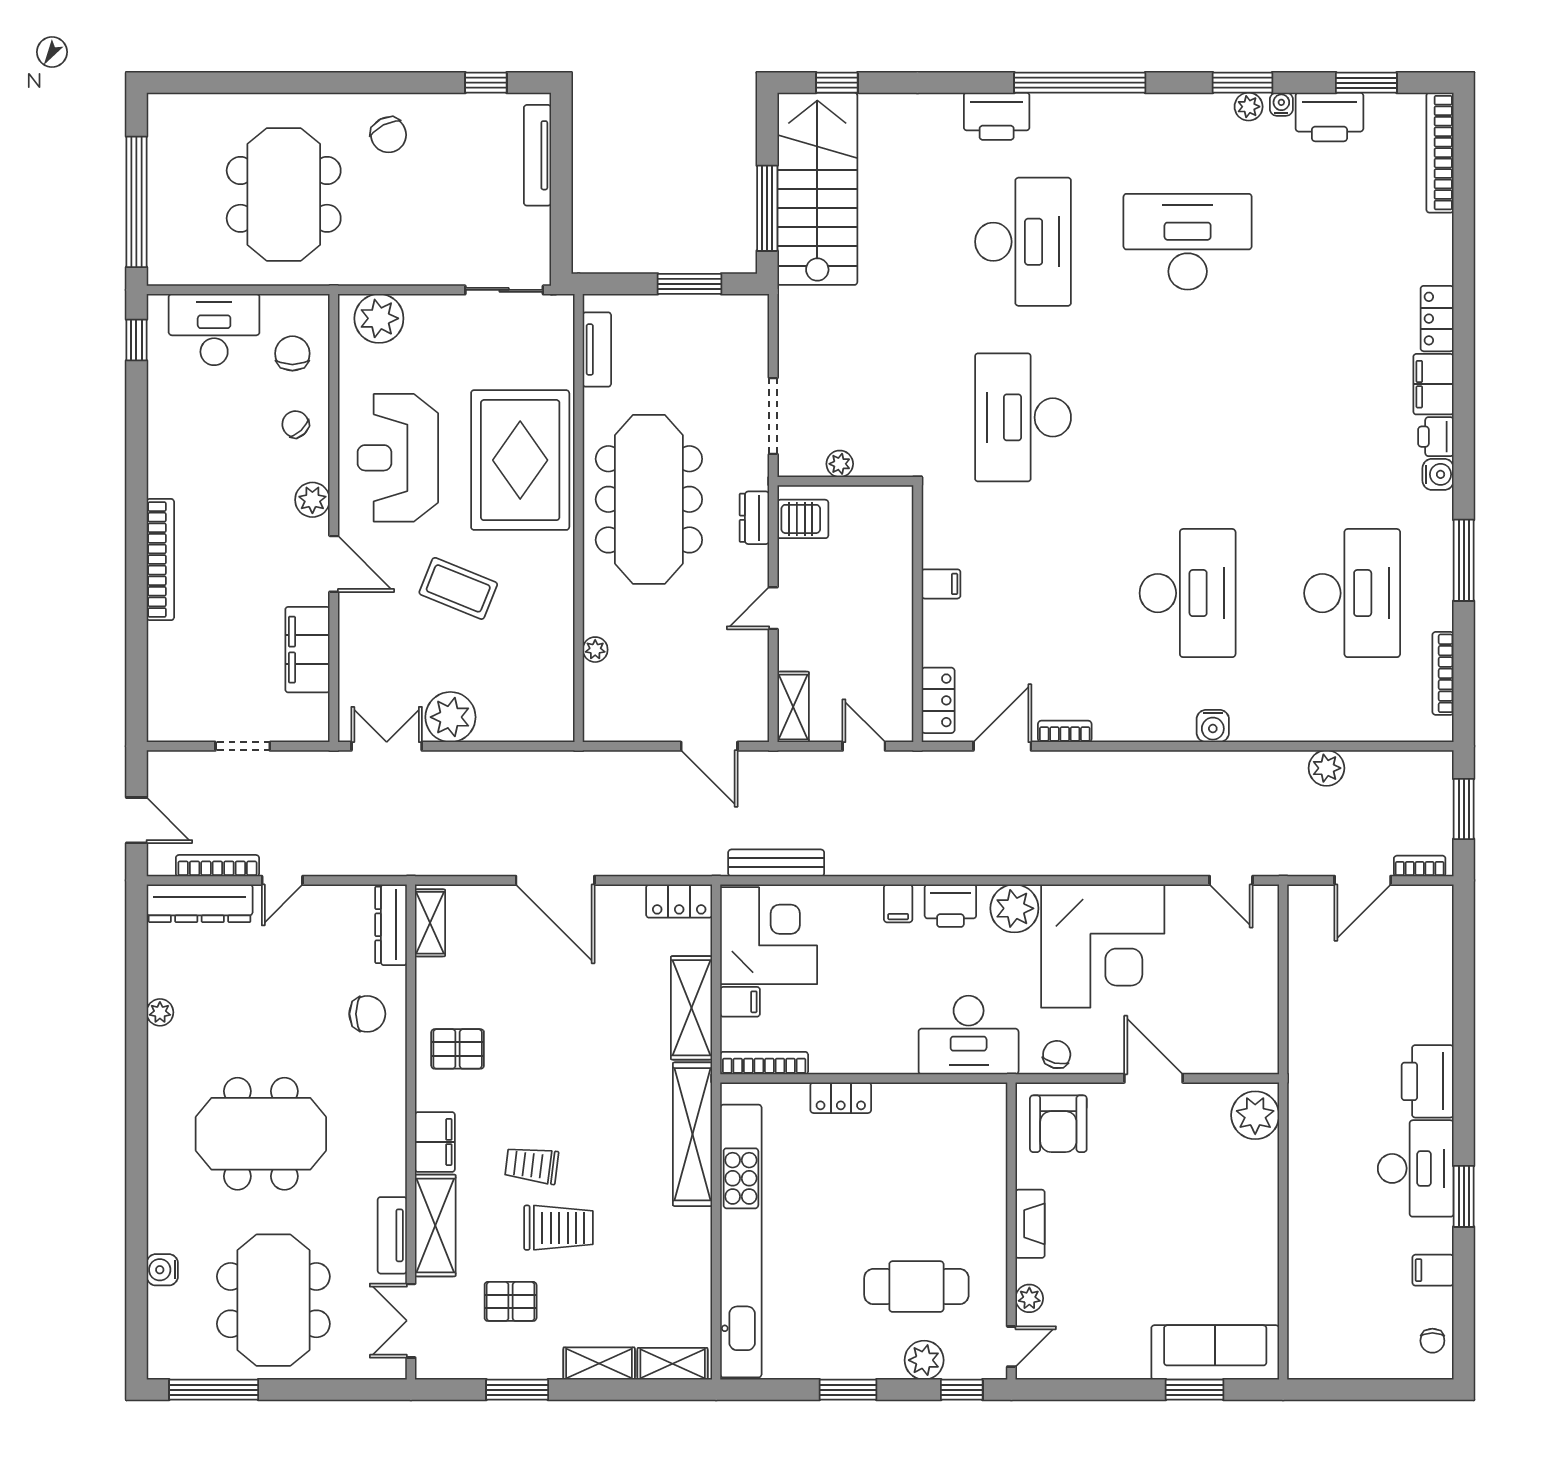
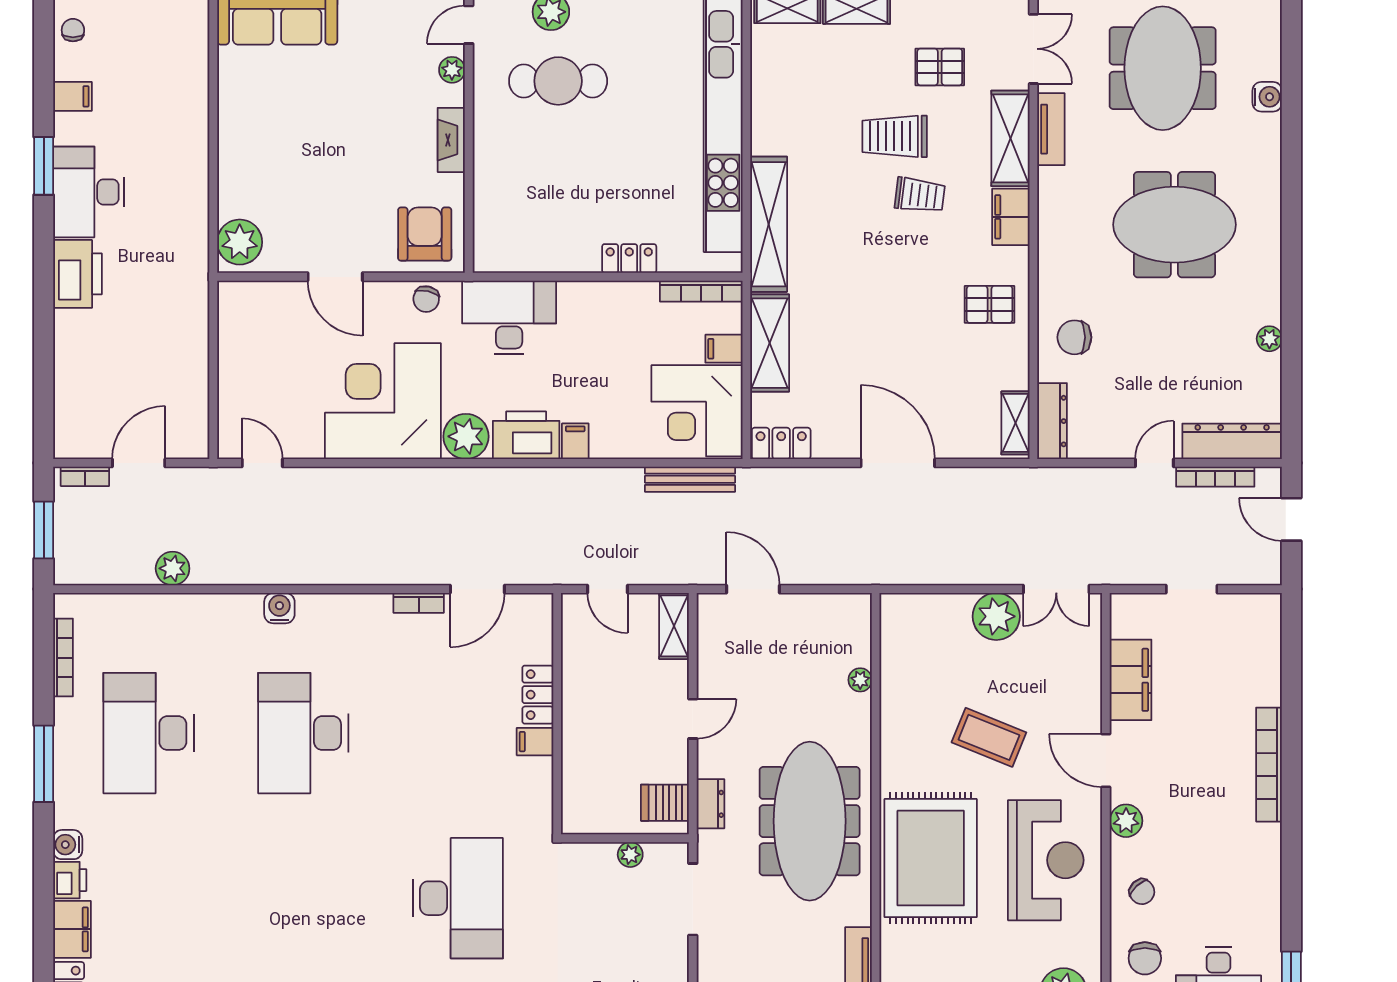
locker: (938, 700) -> (538, 695), moved
printer: (950, 906) -> (526, 435), width x1.37, depth x1.19

